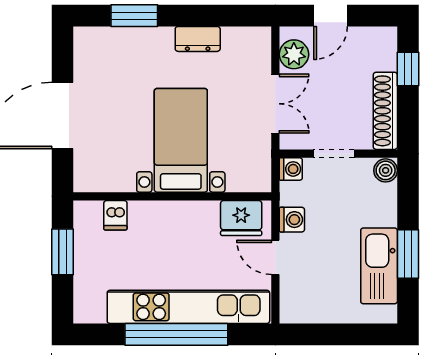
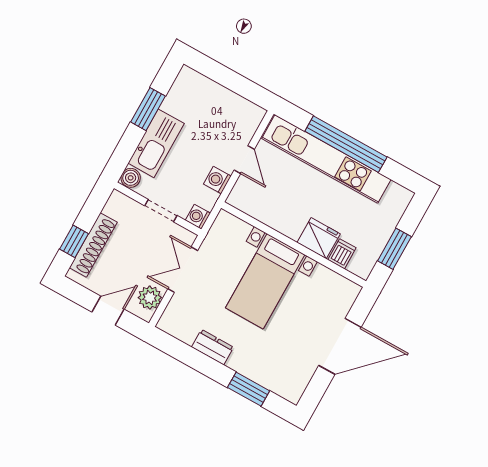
shoe rack: (385, 111) -> (93, 245), moved
fridge: (241, 218) -> (319, 238), moved
kitchen sink: (379, 266) -> (156, 143), moved

